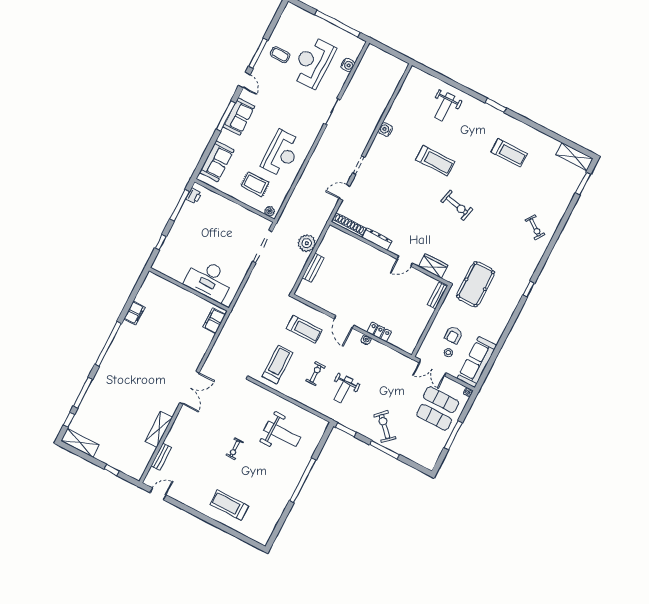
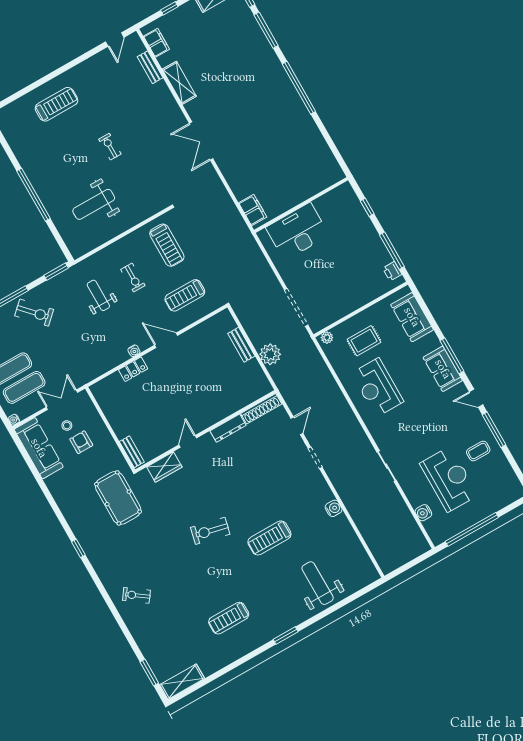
weight bench: (445, 107) -> (318, 583), width x1.36, depth x1.33
filing cabinet: (134, 313) -> (157, 43), moved, turned 180

